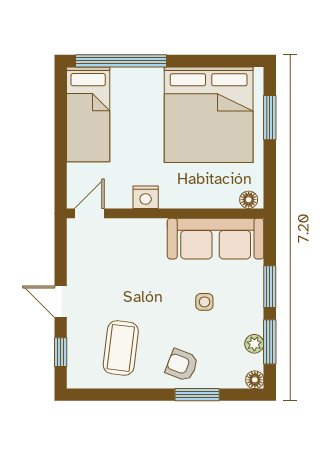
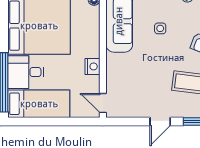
desk: (137, 94) -> (26, 72), added

